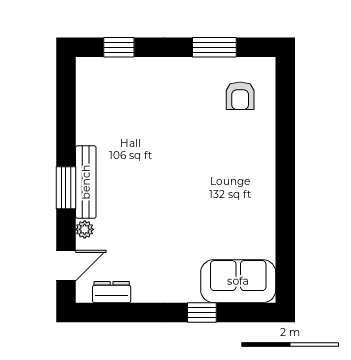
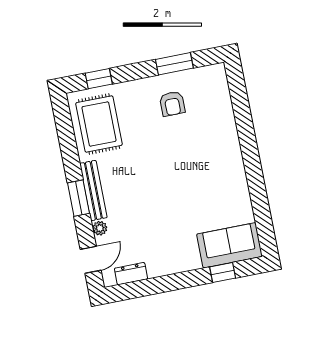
armchair: (240, 96) -> (172, 104), moved
rug: (108, 103) -> (99, 124), added
window: (202, 312) -> (223, 272), moved

